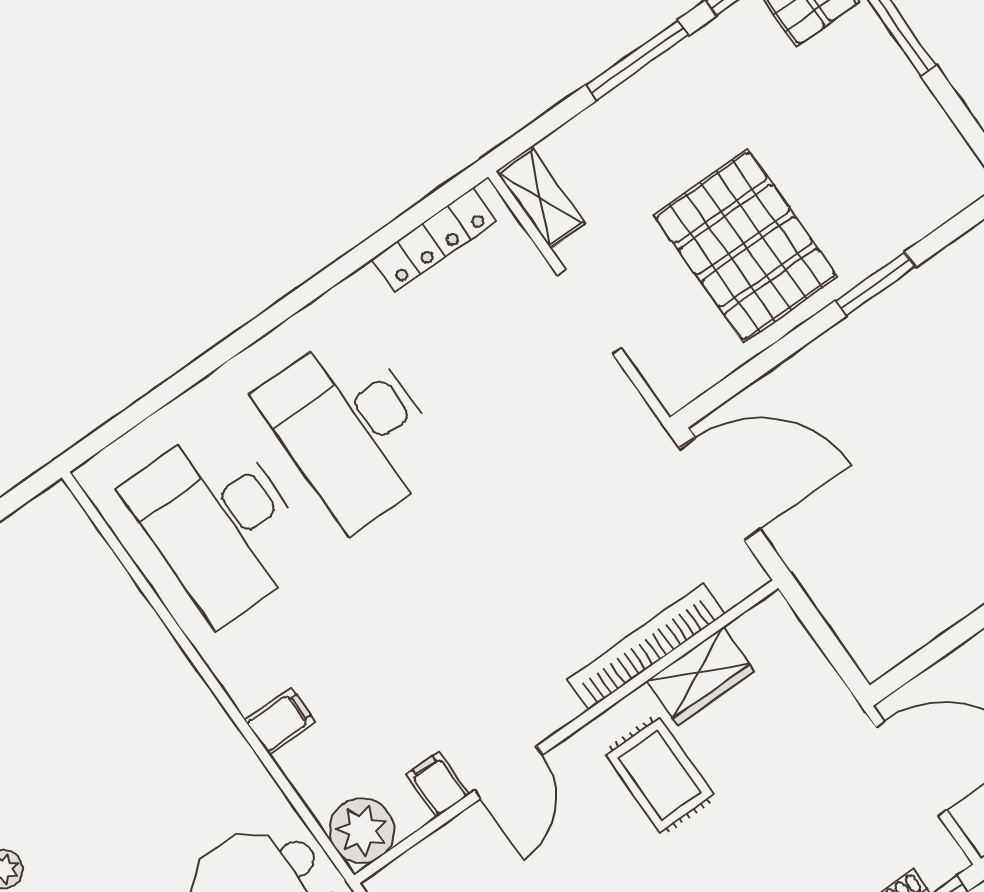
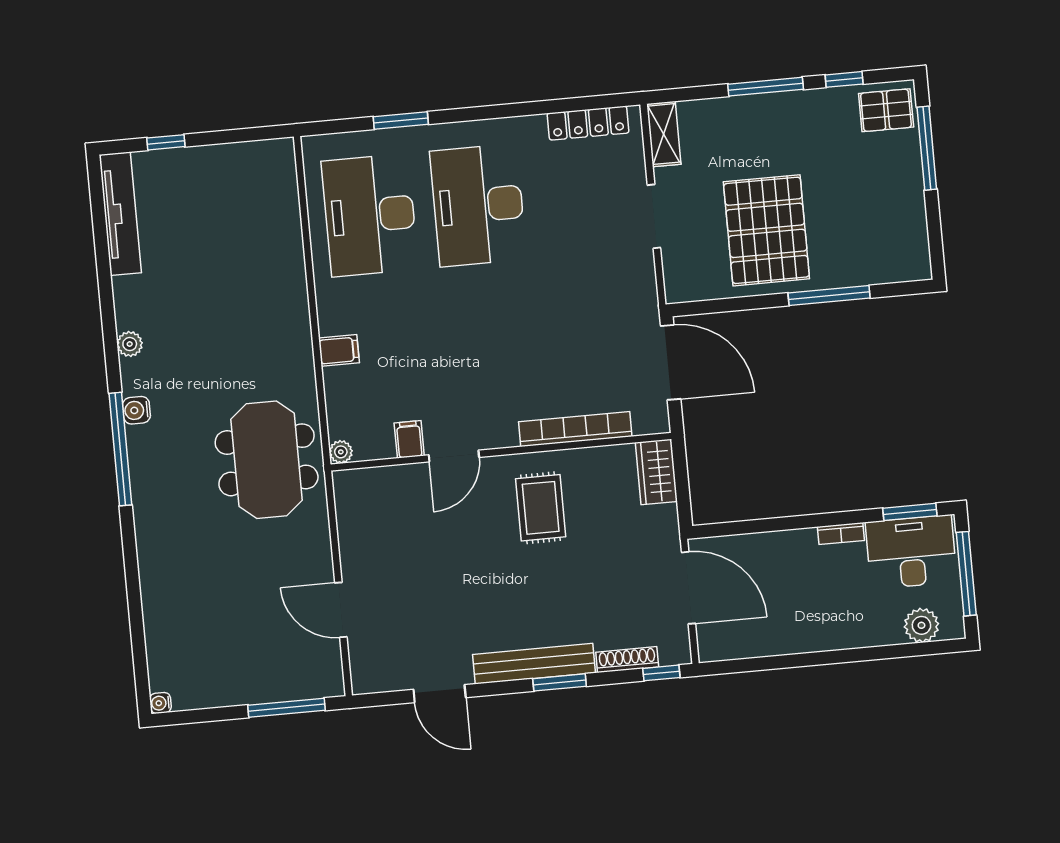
window: (876, 284) -> (829, 296), width x1.44
window: (189, 376) -> (401, 121), added
wardrobe: (701, 676) -> (656, 472), moved, turned 90
plant: (362, 831) -> (341, 452), width x0.53, depth x0.53

